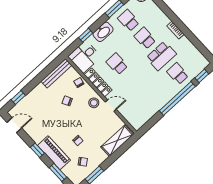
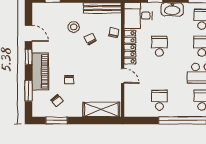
school desk: (150, 99) -> (159, 100), added
stool: (94, 103) -> (74, 27), moved
door: (14, 125) -> (29, 33), moved

